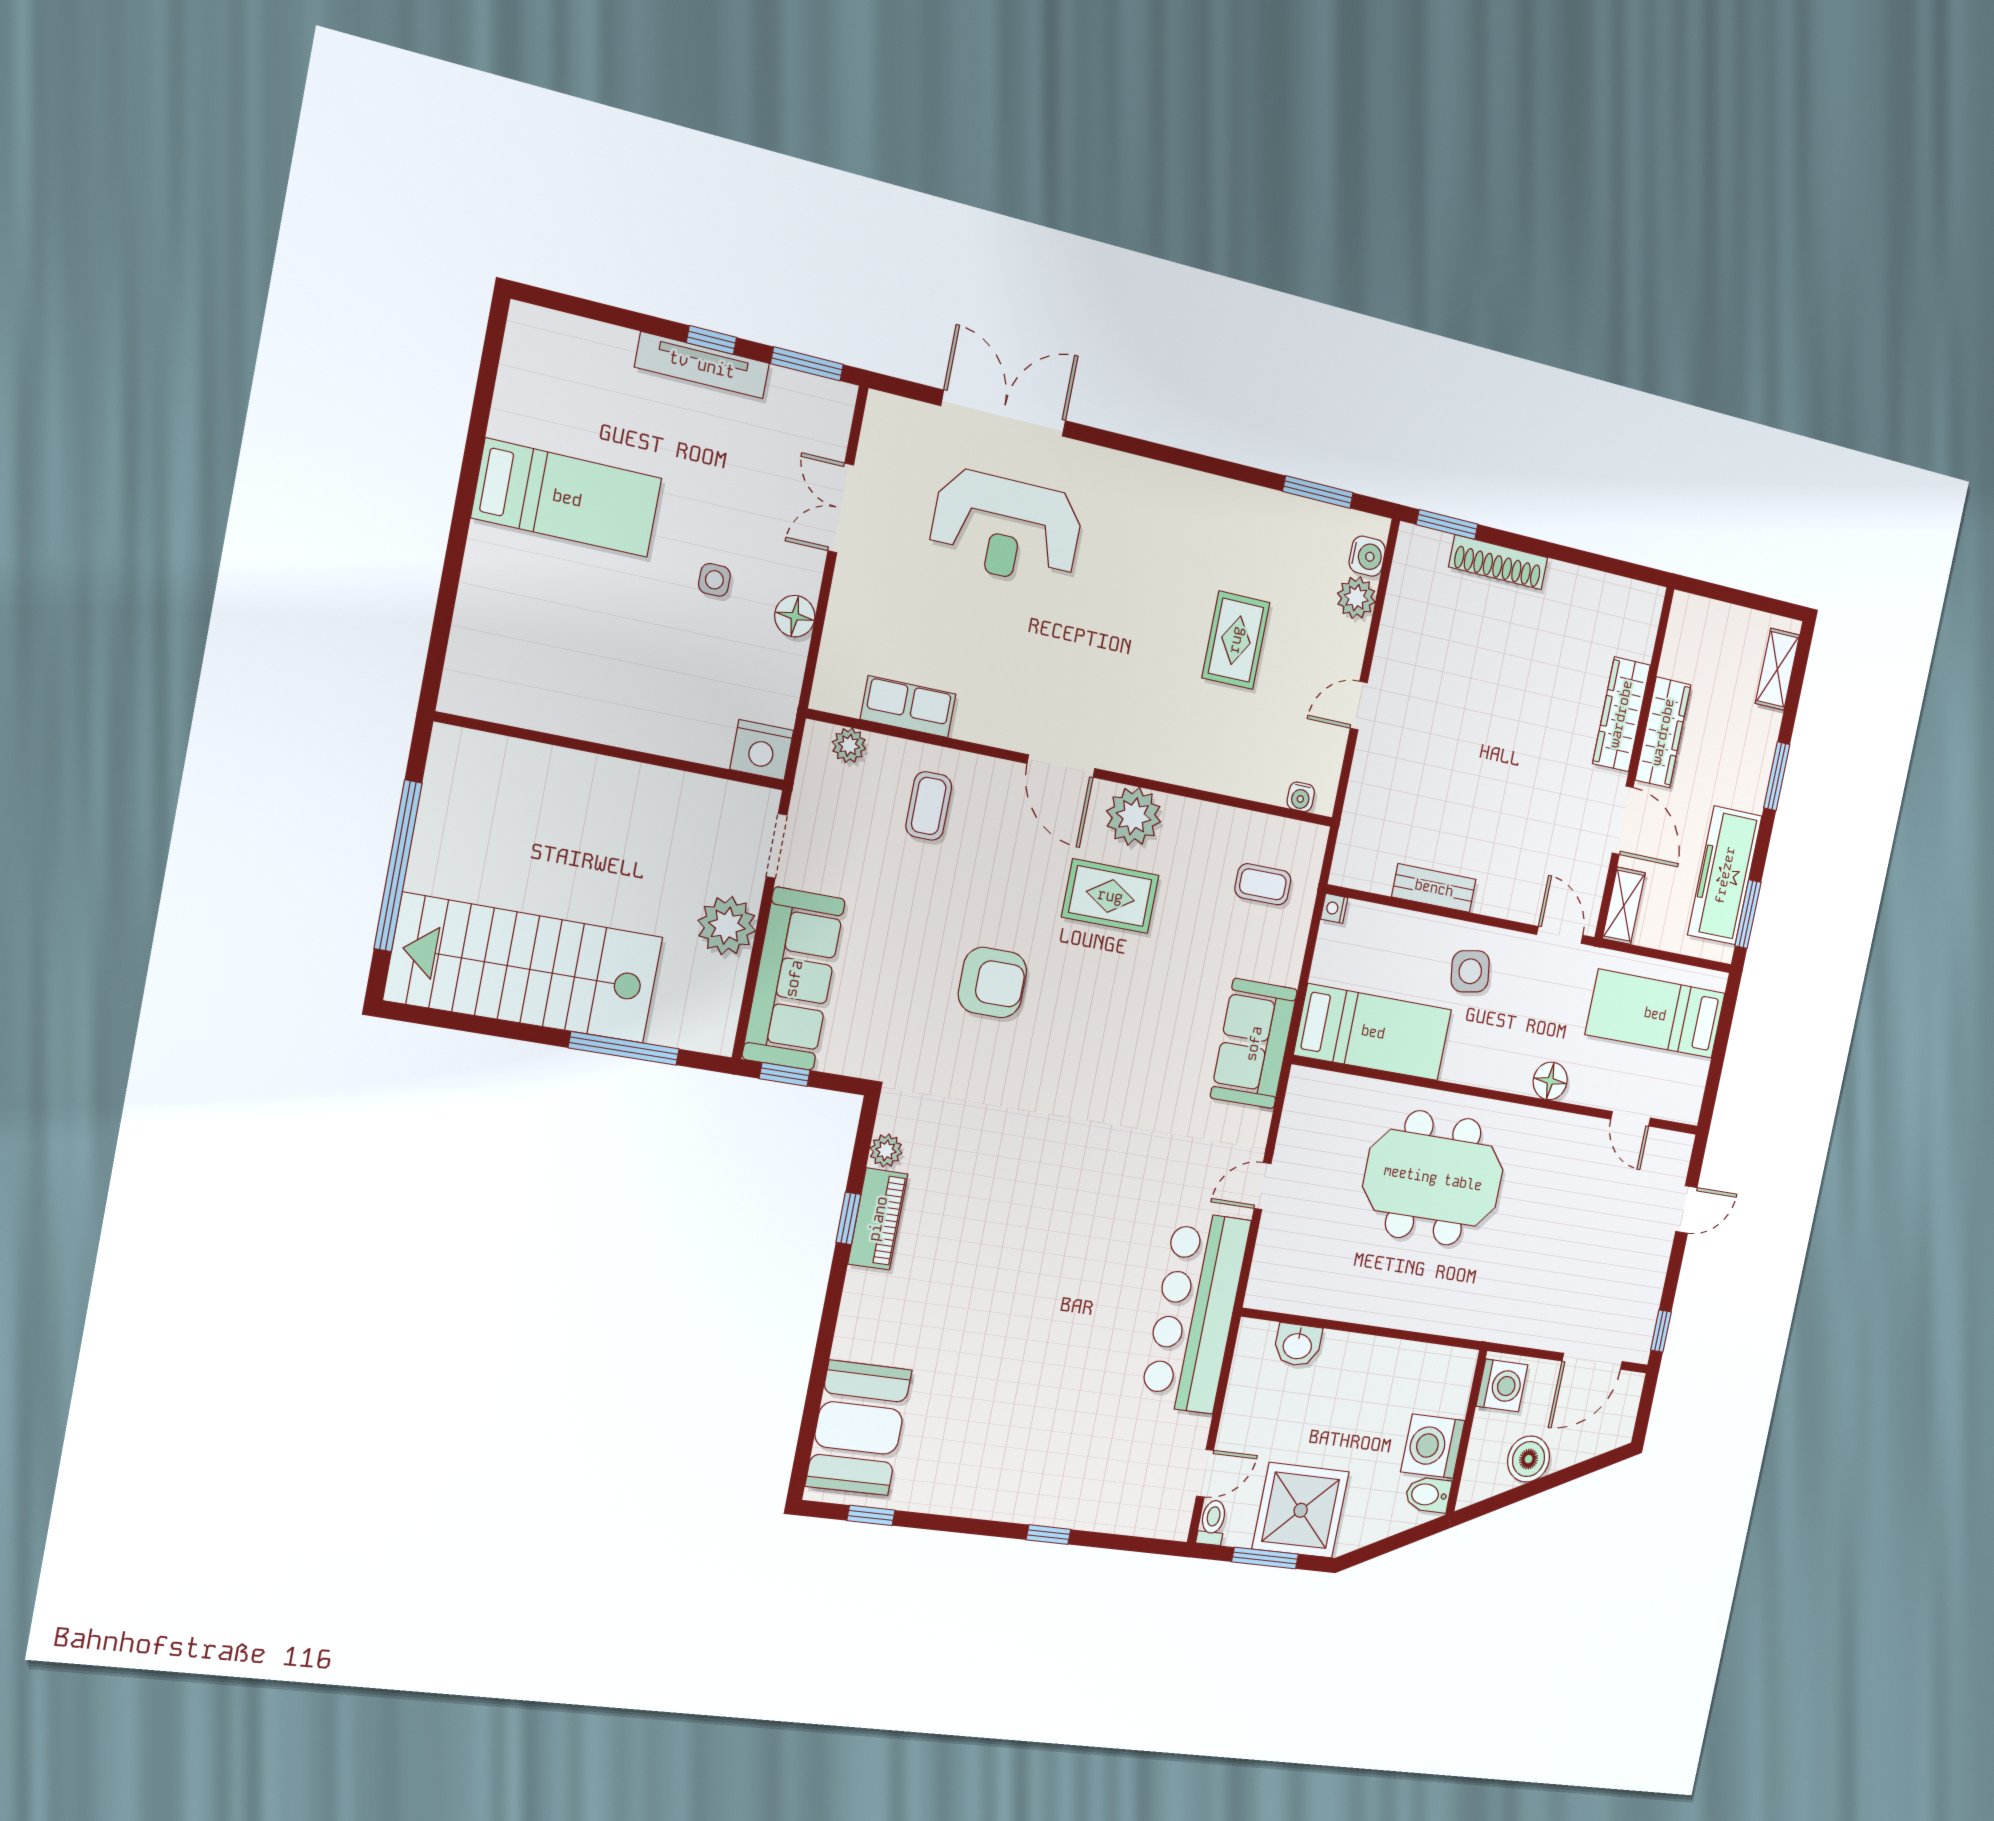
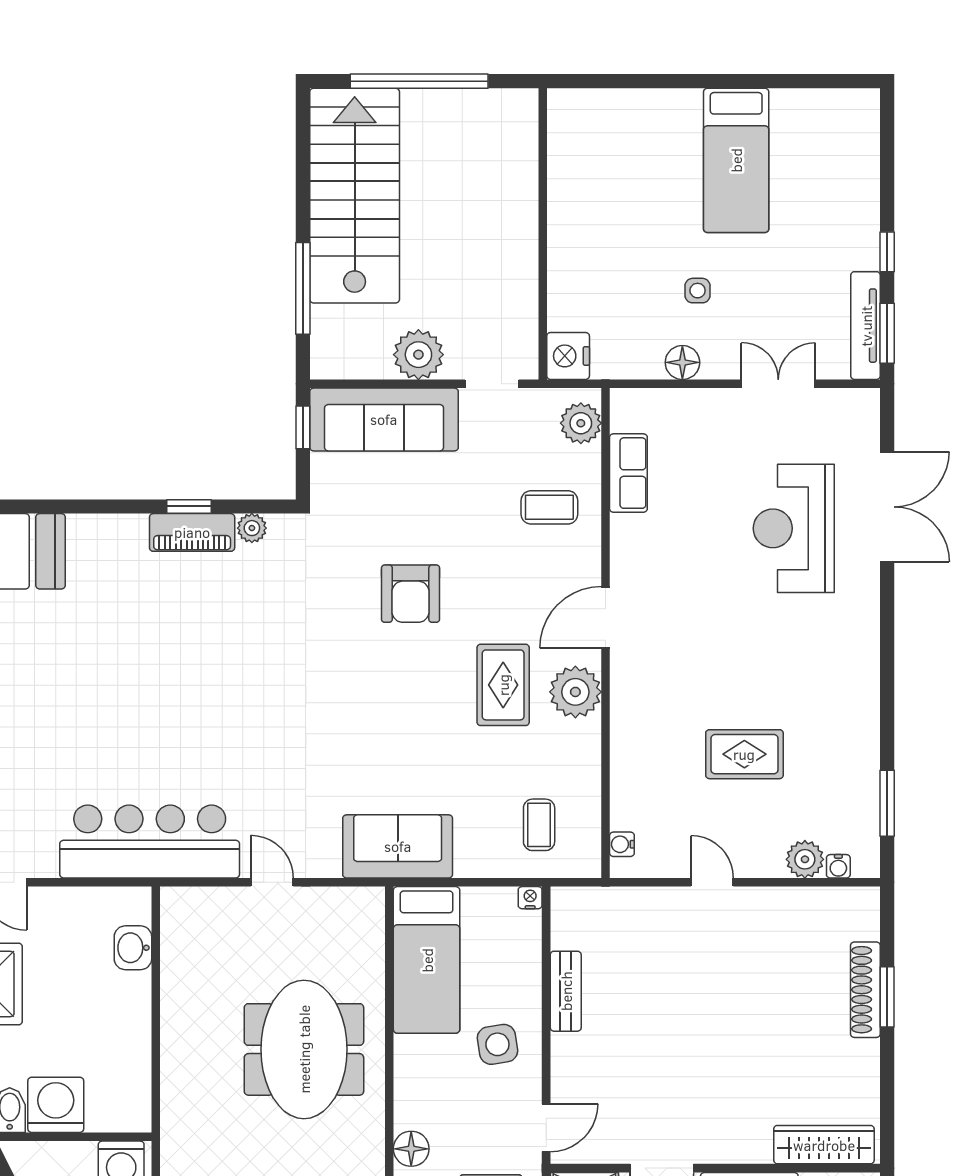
tv unit: (702, 365) -> (866, 326), moved
window: (1447, 524) -> (887, 997), moved
water cooler: (1367, 556) -> (838, 866), width x0.72, depth x0.72
wardrobe: (1621, 714) -> (824, 1145), moved
plant: (849, 745) -> (581, 423), width x1.38, depth x1.38

